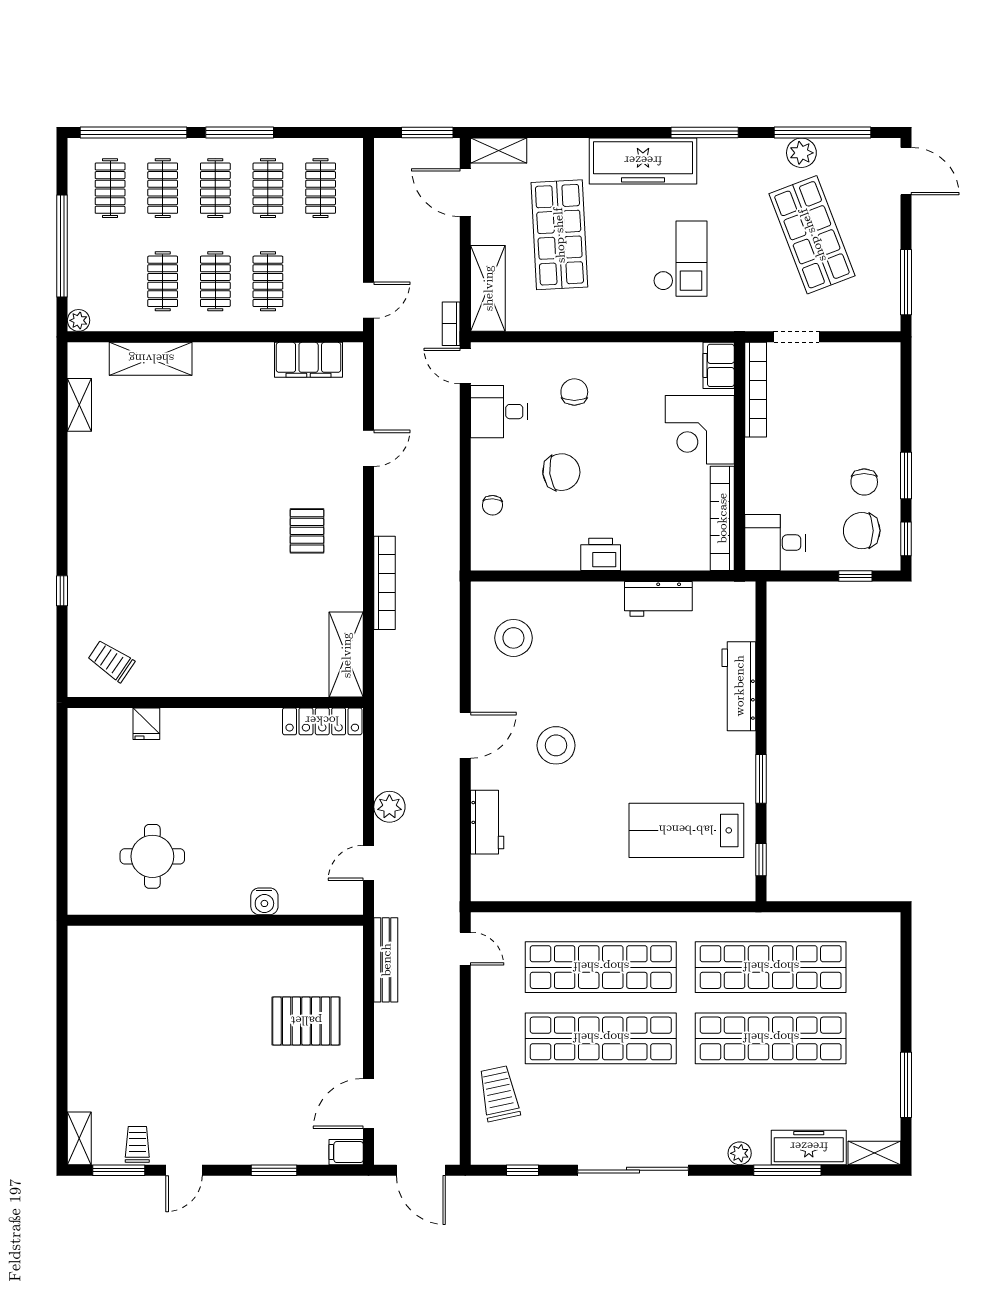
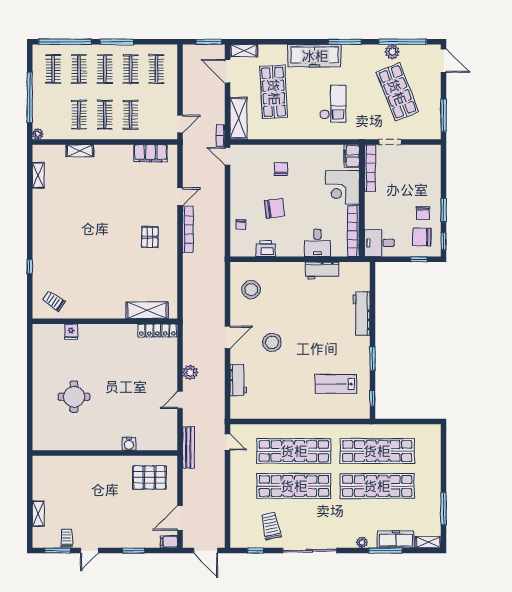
shelving: (151, 359) -> (80, 151), width x0.67, depth x0.75
desk: (499, 412) -> (317, 243), moved, turned -90
printer: (601, 554) -> (266, 249), moved
bookcase: (385, 583) -> (188, 229), moved
shelving: (346, 655) -> (147, 310), moved, turned 90
lab bench: (686, 830) -> (336, 384), width x0.73, depth x0.72
water cooler: (264, 901) -> (129, 444), moved
wall: (215, 920) -> (105, 453), moved
trolley: (499, 1094) -> (271, 526), moved
shelving: (79, 1138) -> (38, 514), moved

